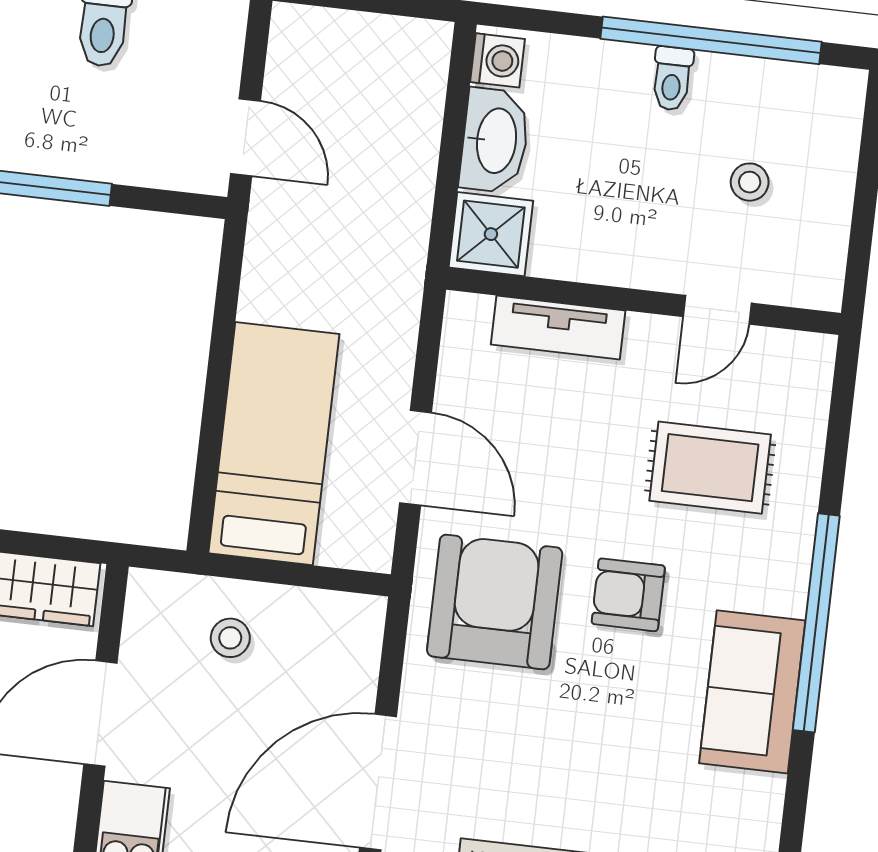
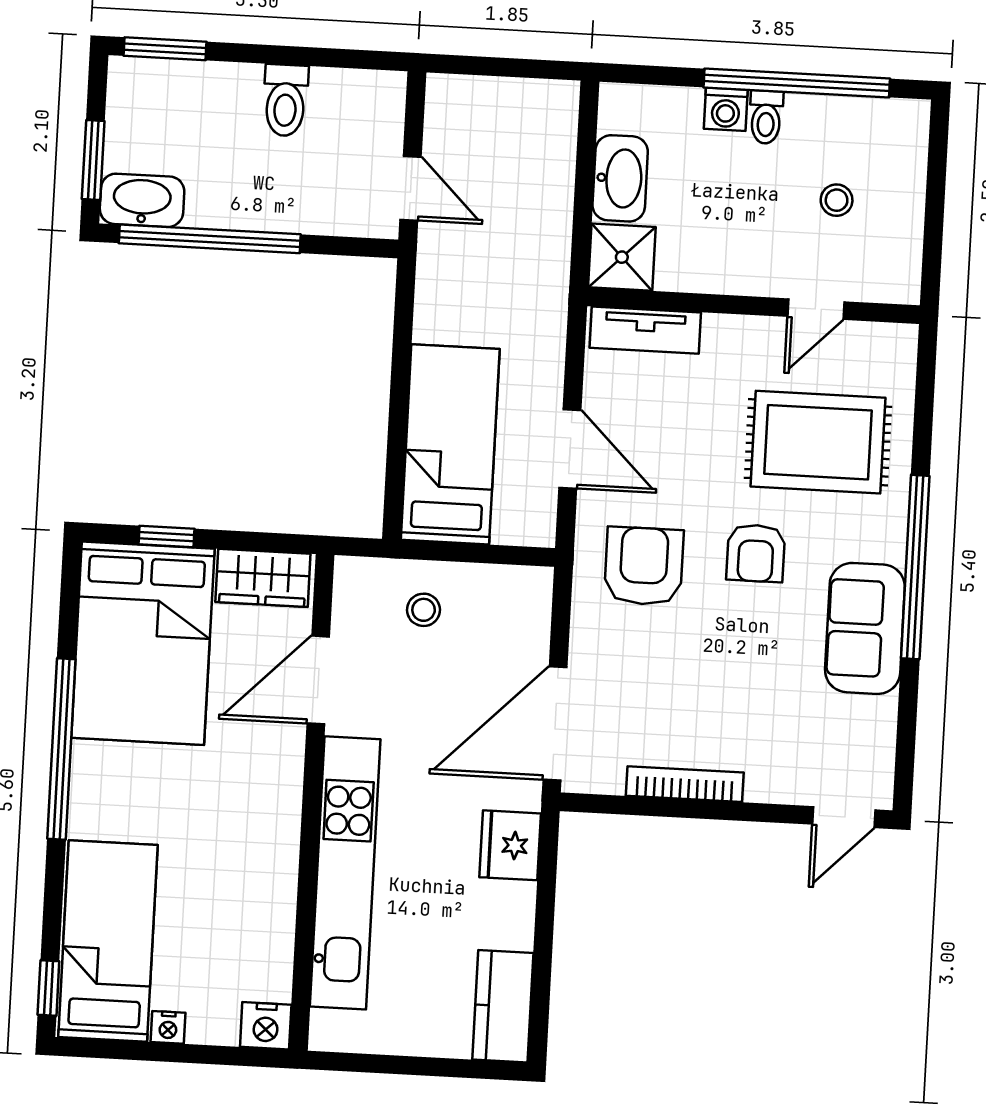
washing machine: (497, 60) -> (726, 109), moved, turned 90
tv unit: (558, 328) -> (645, 330), moved
rug: (710, 468) -> (818, 442), width x1.36, depth x1.43
armchair: (628, 595) -> (756, 553), turned -90
armchair: (495, 602) -> (644, 566), width x0.73, depth x0.73

